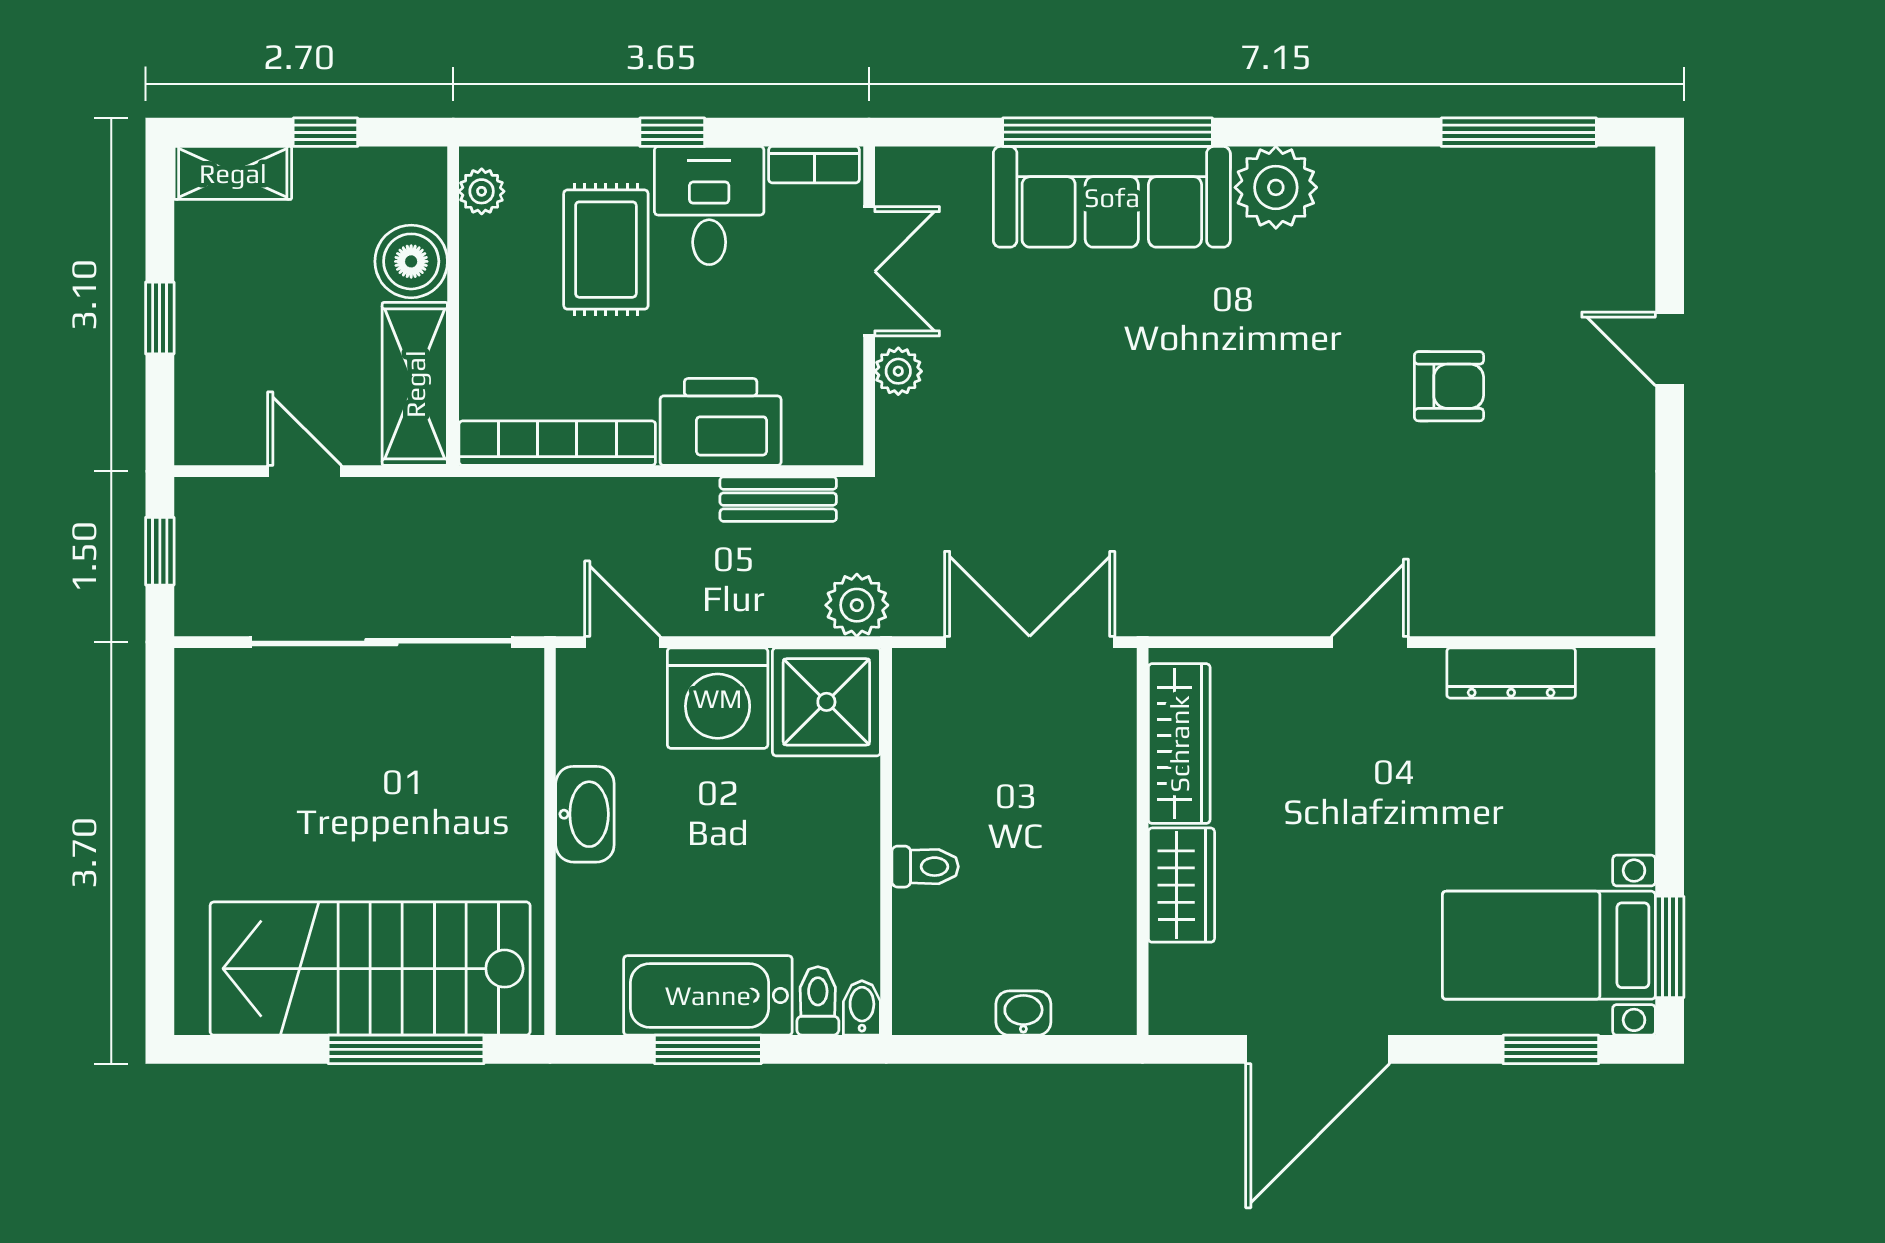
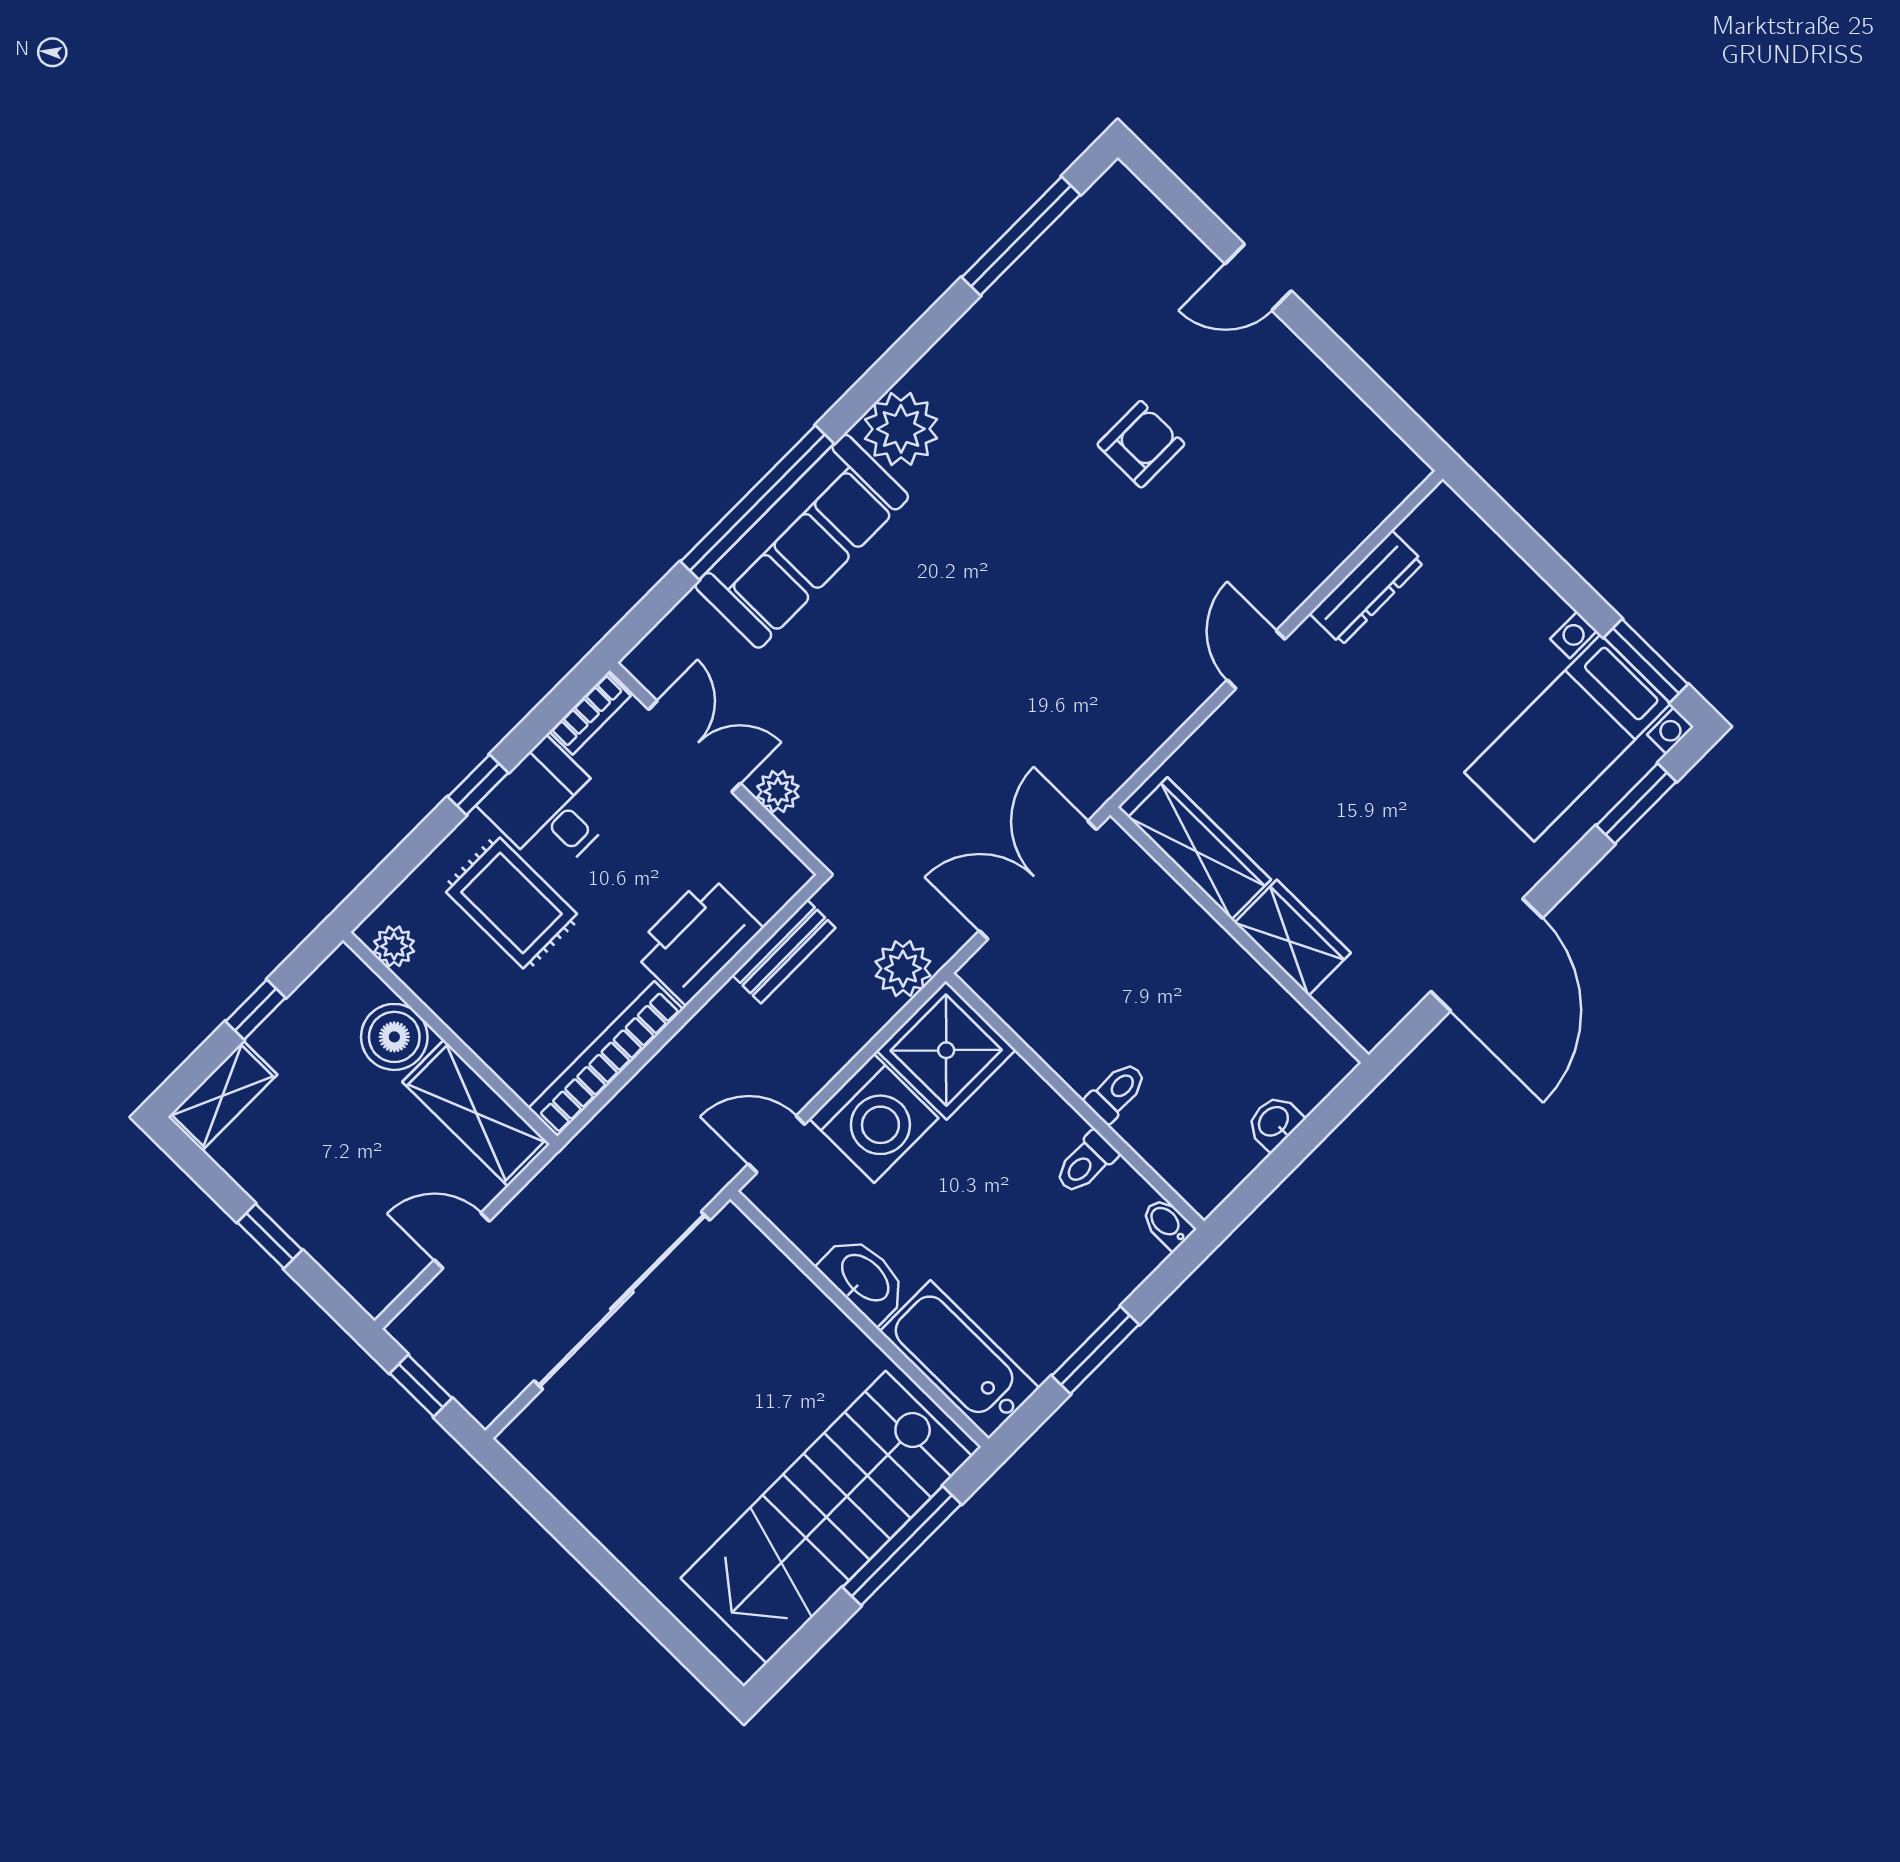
bathtub: (708, 995) -> (959, 1360), moved, turned 90
toilet: (818, 1001) -> (1086, 1163), moved, turned -90

